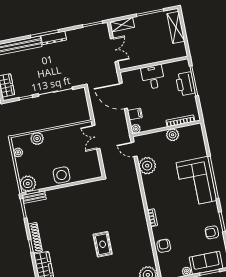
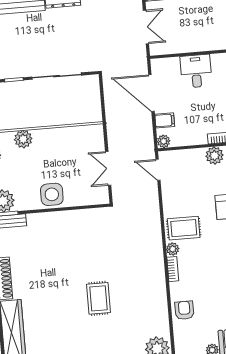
double door: (96, 137) -> (108, 168), moved
plant: (147, 166) -> (173, 249), moved, width x0.53, depth x0.53
rug: (157, 188) -> (184, 228), added

